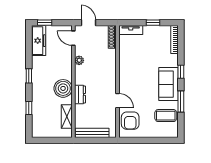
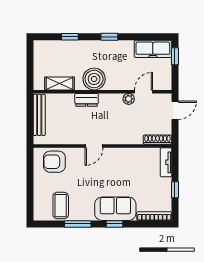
door: (73, 38) -> (144, 92), moved
sofa: (168, 84) -> (115, 209), moved
door: (117, 101) -> (94, 146), moved

